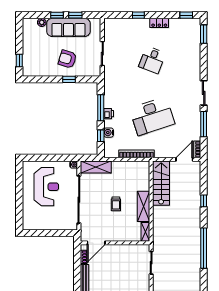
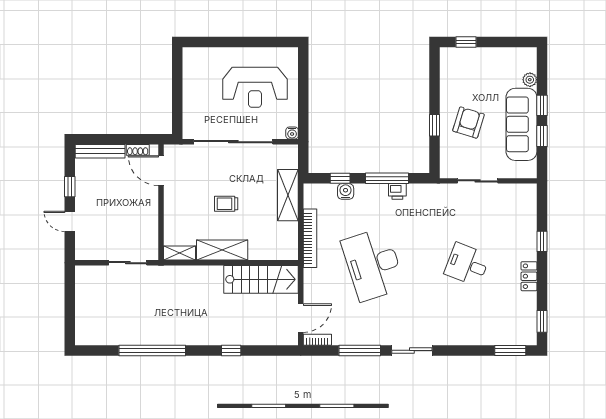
printer: (109, 114) -> (397, 191), moved
door: (184, 159) -> (301, 318), hinge flipped
shelving: (96, 167) -> (288, 195), moved

